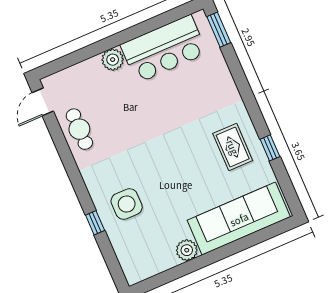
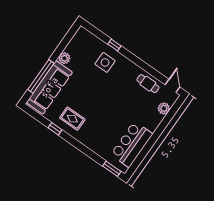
plant: (113, 60) -> (164, 108), moved
window: (242, 244) -> (41, 76), added

